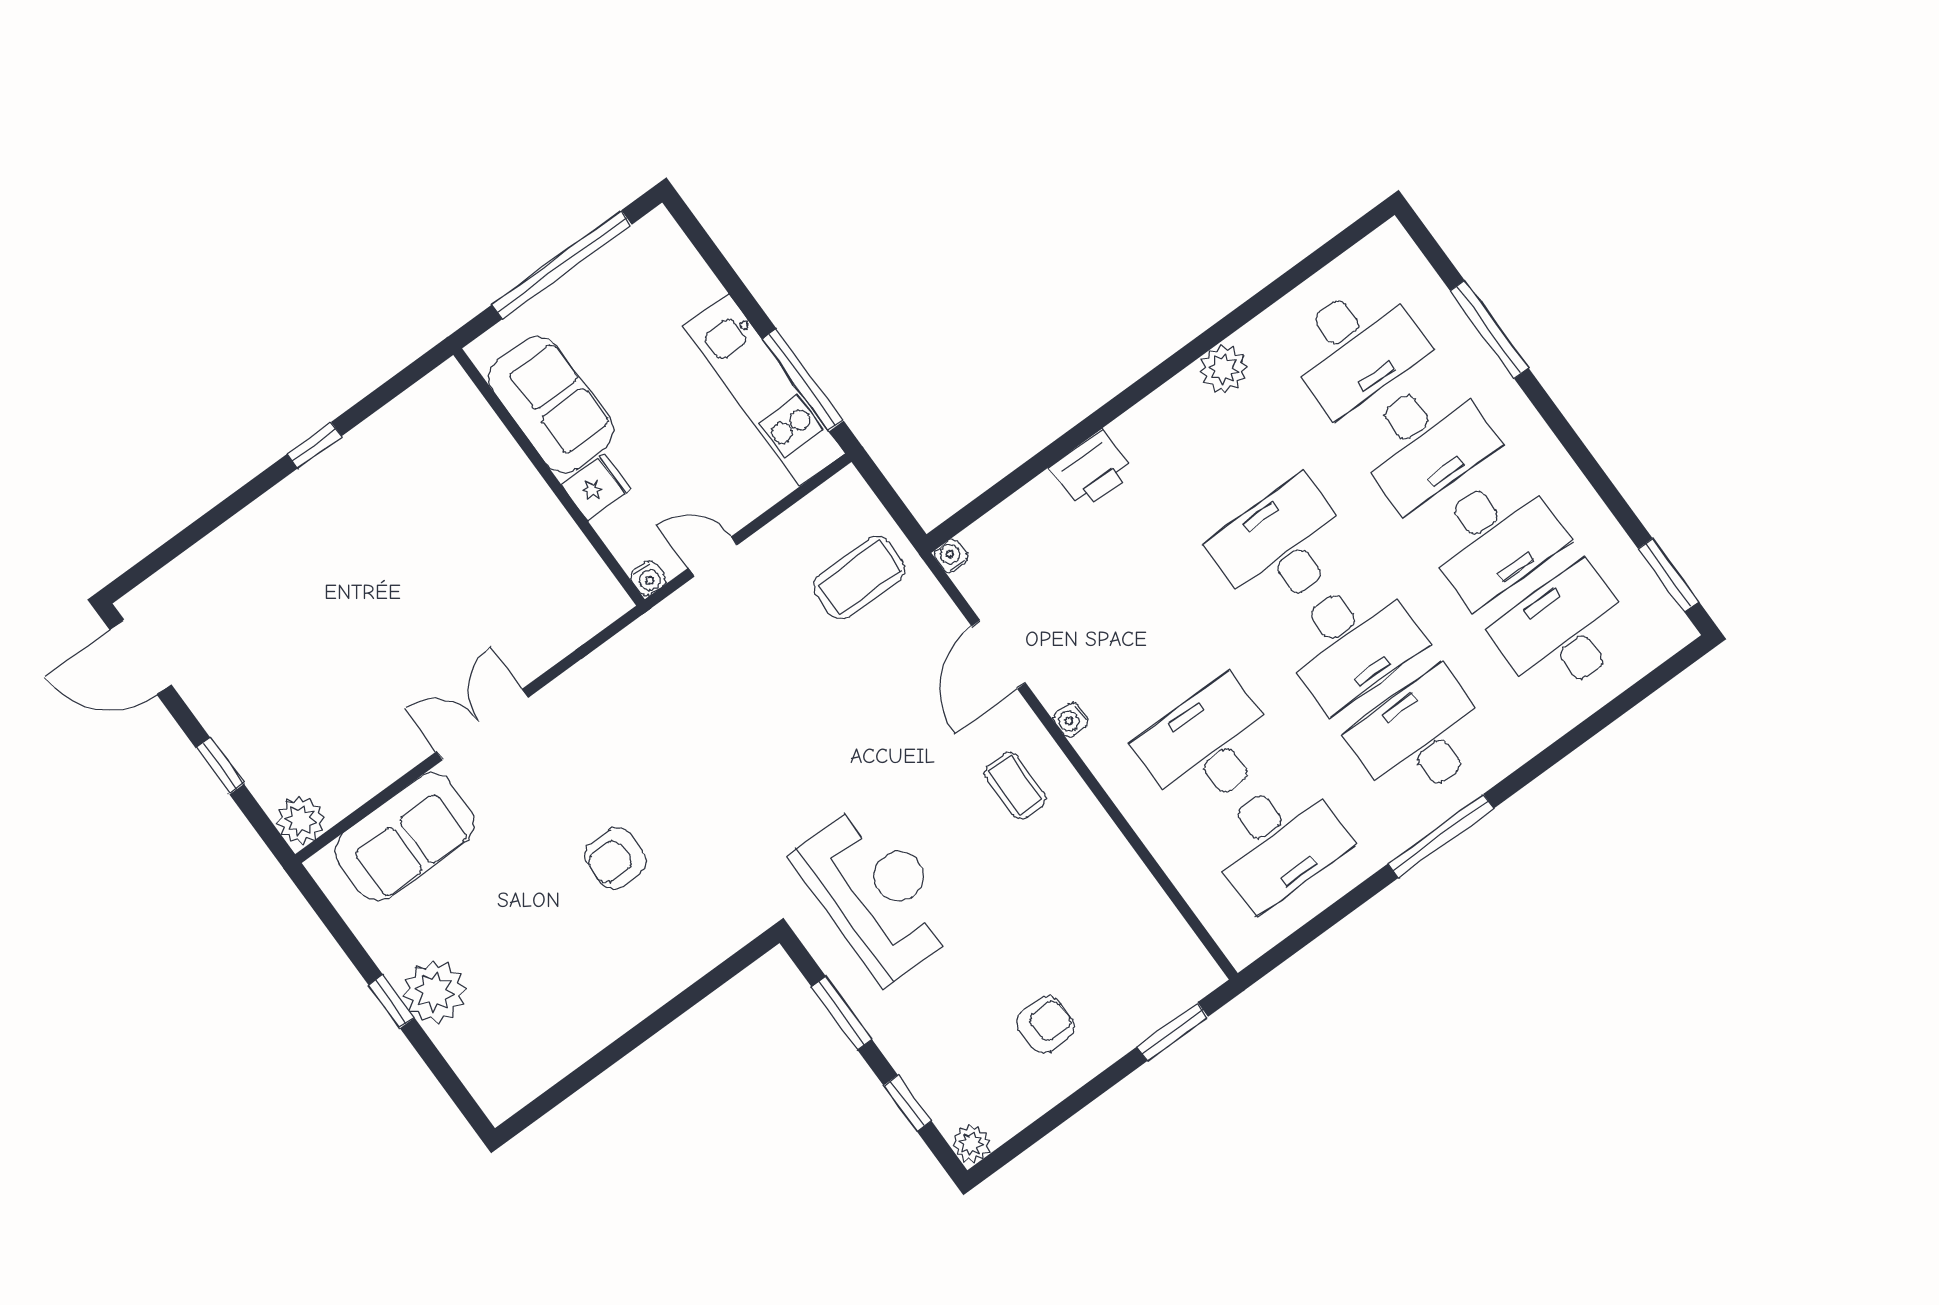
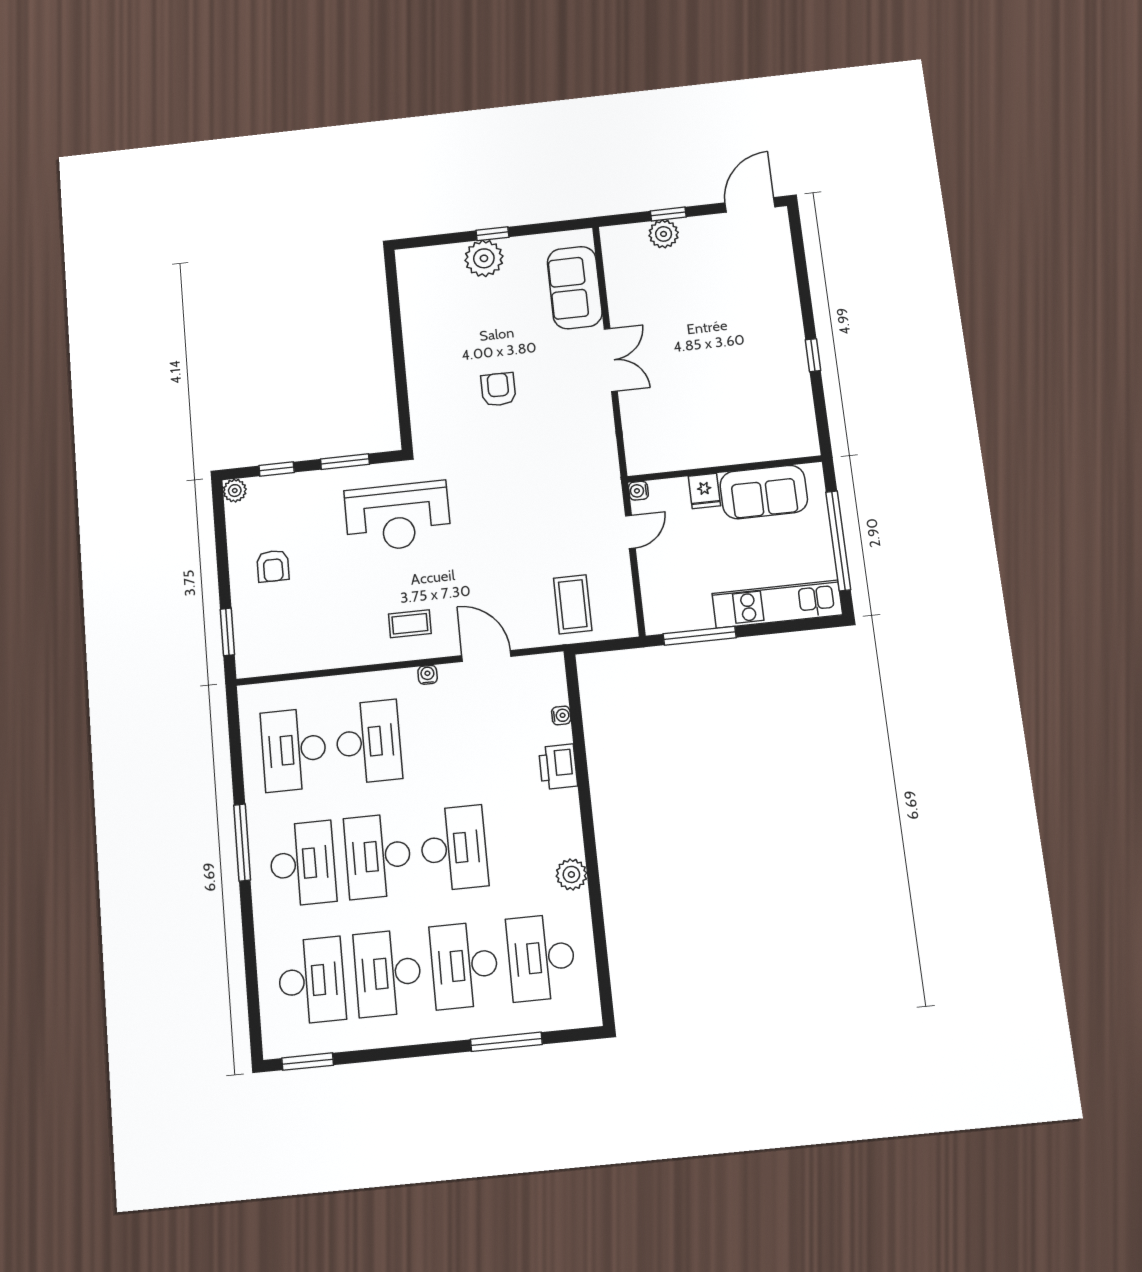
kitchen unit: (764, 389) -> (777, 604), moved
water cooler: (951, 556) -> (561, 715), moved
plant: (301, 820) -> (664, 234), moved

